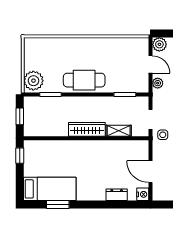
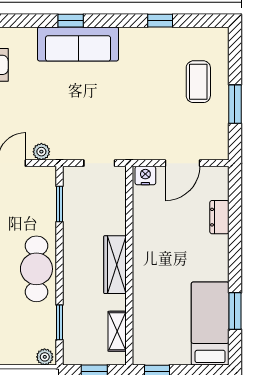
plant: (33, 81) -> (45, 357), width x0.53, depth x0.53
shelving: (119, 131) -> (117, 331), moved
side table: (163, 135) -> (124, 144), removed
nightstand: (143, 194) -> (145, 176), moved

